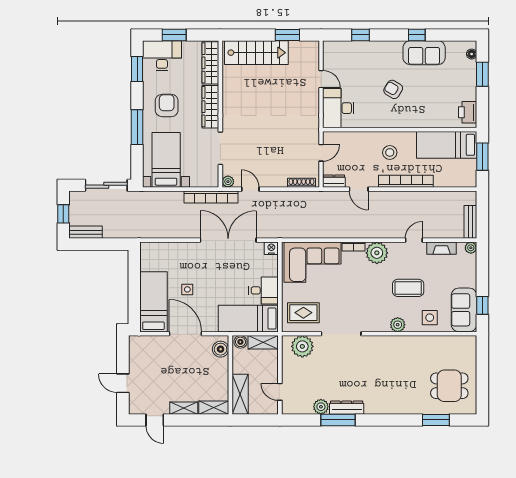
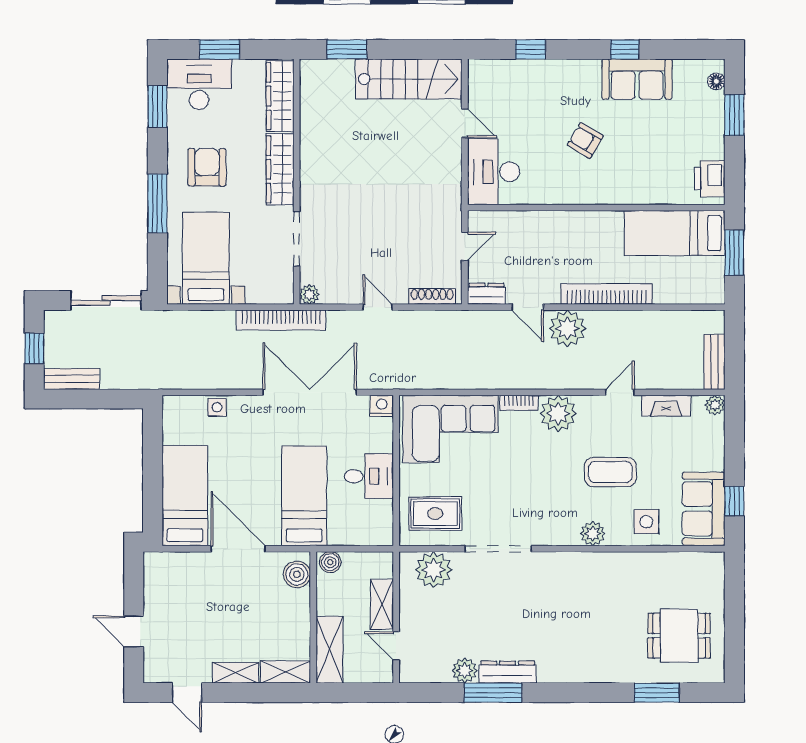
window: (287, 35) -> (347, 49), moved
stairs: (256, 53) -> (409, 79), moved
stool: (390, 152) -> (580, 246), removed
door: (250, 189) -> (378, 307), moved
plant: (382, 202) -> (567, 328), added
side table: (187, 289) -> (217, 407), moved
bed: (248, 319) -> (304, 496), moved, turned 90
shelving: (263, 342) -> (382, 604), moved, turned 90

